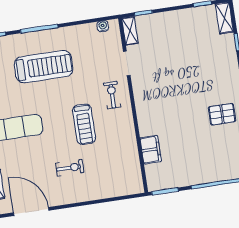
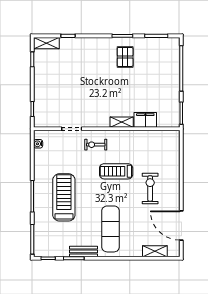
shelving: (130, 31) -> (122, 122), moved
treadmill: (84, 124) -> (116, 171), turned 180
exercise bike: (70, 168) -> (150, 188), width x1.38, depth x1.39
door: (31, 212) -> (181, 226), hinge flipped

